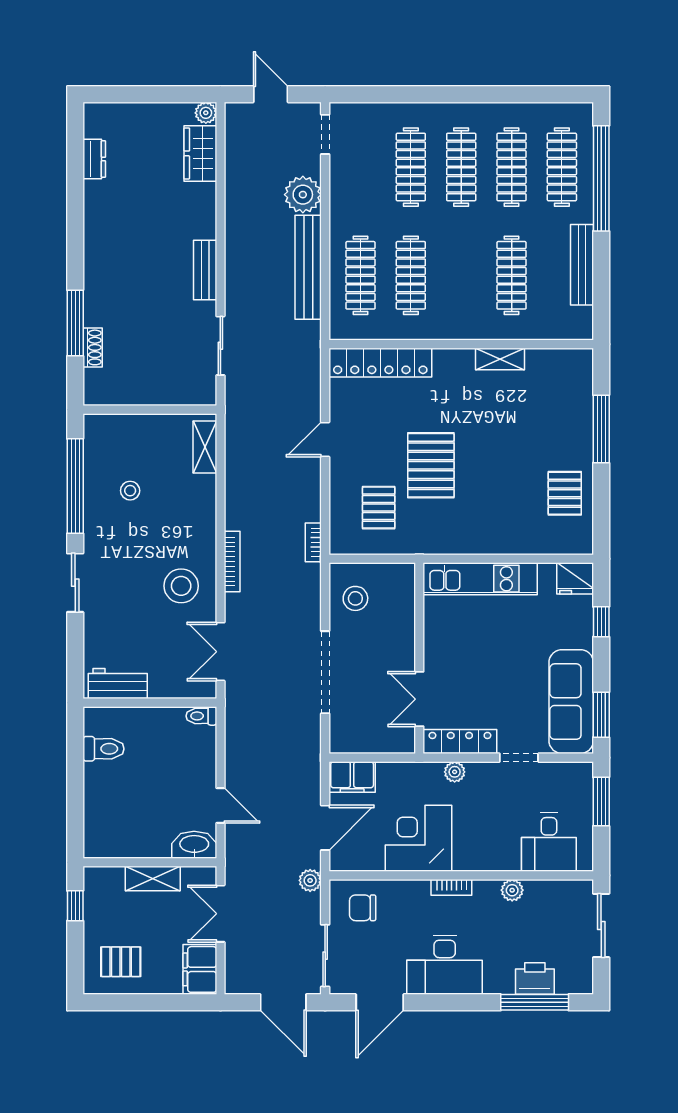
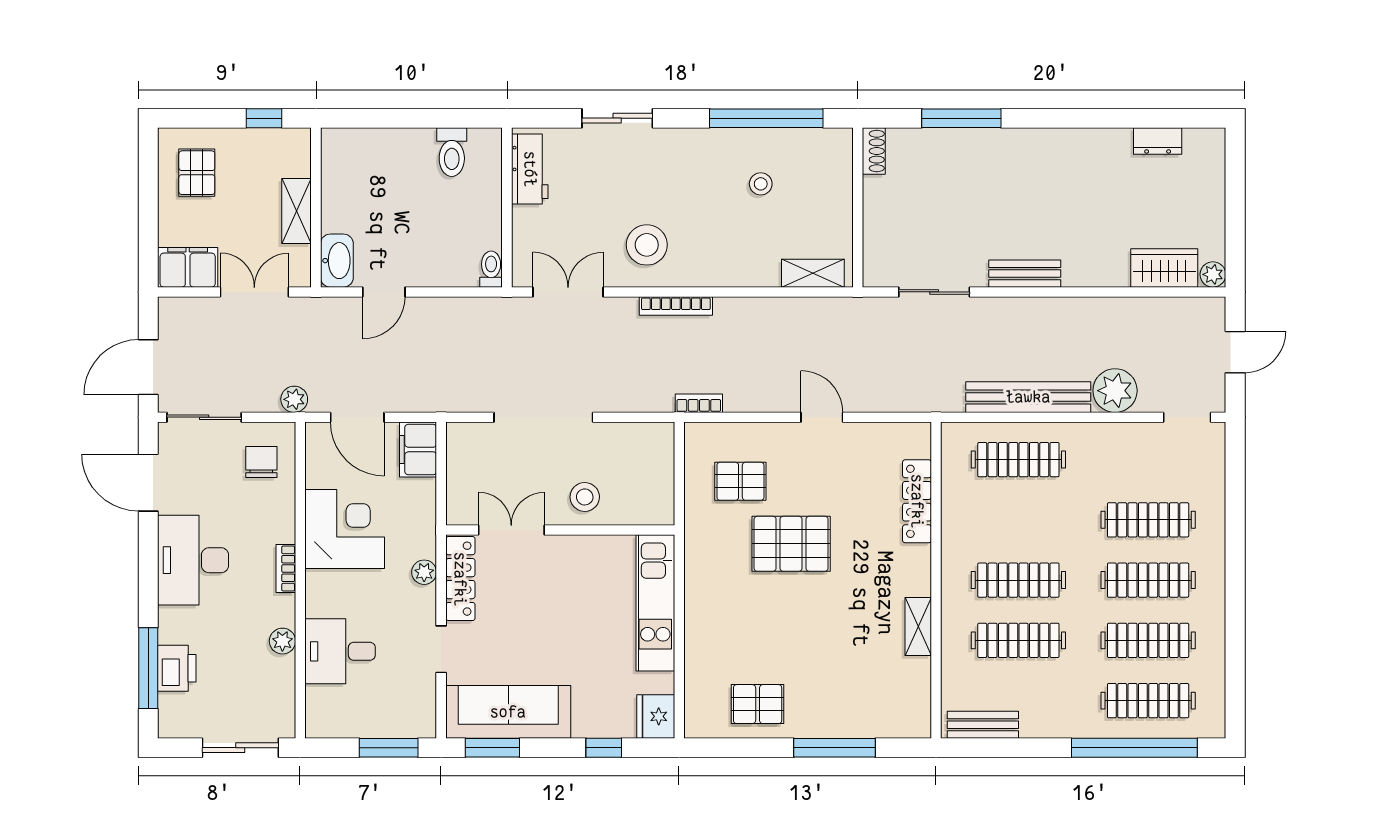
bench: (582, 265) -> (983, 725), moved, width x0.73
clothes rail: (411, 275) -> (1018, 580), moved
shoe rack: (93, 347) -> (874, 151), moved, turned -90
locker: (380, 363) -> (917, 501), width x0.71, depth x0.83
sliding door: (75, 583) -> (617, 118), moved
stool: (355, 598) -> (585, 497), moved
desk: (549, 842) -> (340, 651), moved

